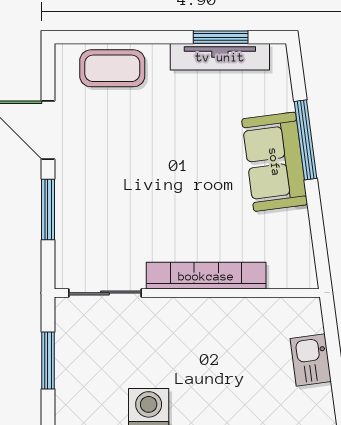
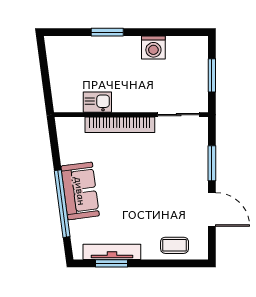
coffee table: (112, 68) -> (175, 245), width x0.73, depth x0.77
window: (306, 140) -> (62, 204), width x1.46
kitchen sink: (311, 360) -> (97, 102), moved, turned -82

